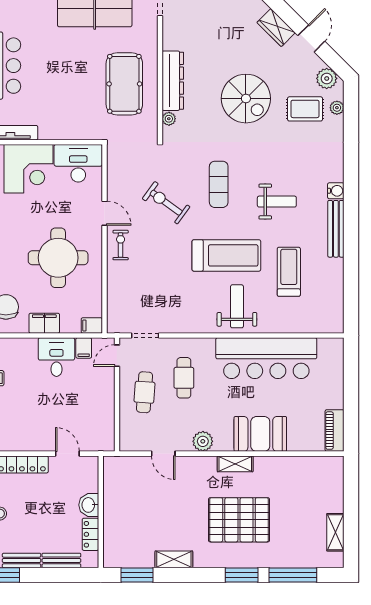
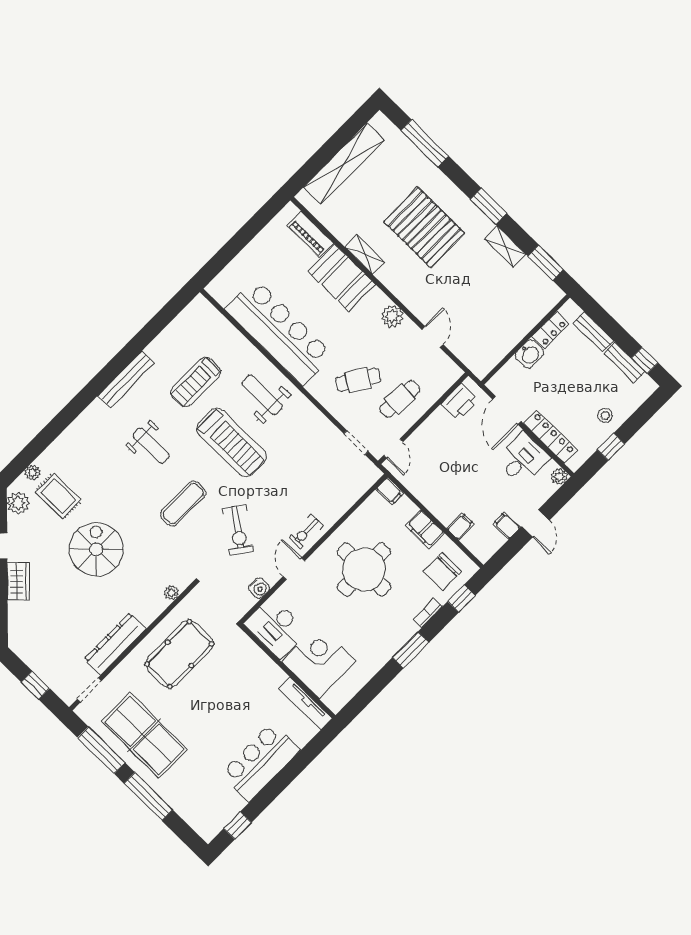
dresser: (173, 81) -> (115, 644), moved
water cooler: (336, 191) -> (259, 588), moved, turned 180
weight bench: (277, 202) -> (151, 446), turned 180
treadmill: (226, 255) -> (232, 442), turned 180
weight bench: (237, 306) -> (262, 395), turned 90
filing cabinet: (84, 348) -> (460, 526), moved
door: (117, 356) -> (393, 449), hinge flipped
desk: (56, 357) -> (523, 459), moved, turned 180
cafe table: (184, 378) -> (358, 380), turned 32
printer: (104, 429) -> (460, 402), added
piano: (335, 431) -> (310, 234), moved, turned 90
door: (67, 454) -> (507, 410), width x1.38
shelving: (235, 464) -> (365, 255), moved
shelving: (335, 532) -> (344, 164), width x2.20, depth x1.33
window: (242, 575) -> (488, 206), moved

